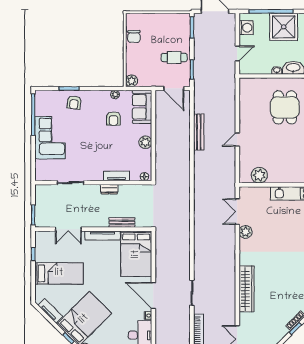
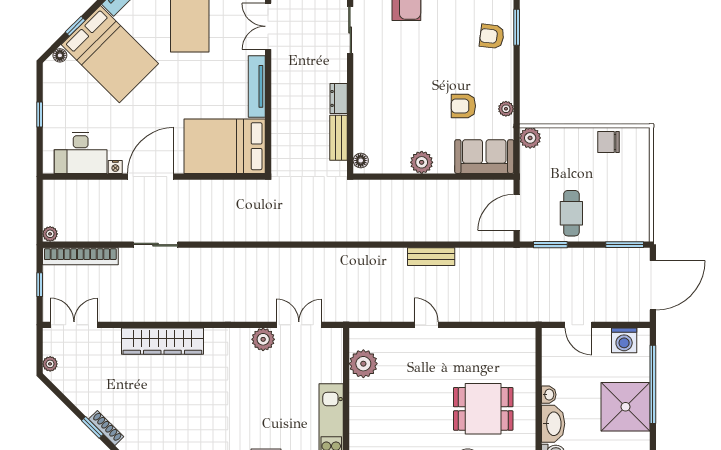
bench: (199, 132) -> (431, 257), width x0.73
tv unit: (117, 176) -> (362, 111), removed
bench: (122, 223) -> (339, 138), moved

